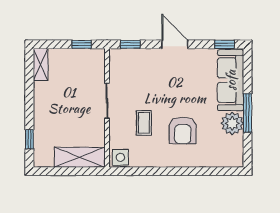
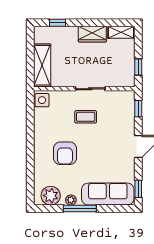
wardrobe: (43, 98) -> (92, 34), added
coffee table: (144, 123) -> (86, 117), moved
plant: (232, 123) -> (71, 200), width x0.53, depth x0.53
armchair: (183, 130) -> (65, 153), turned -90
plant: (232, 147) -> (51, 196), added

